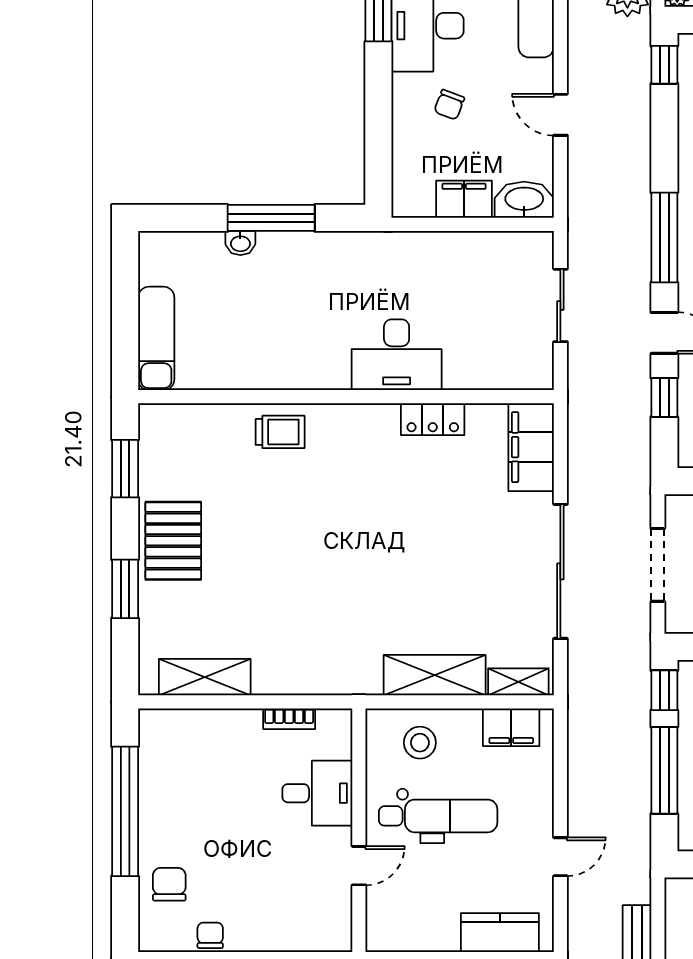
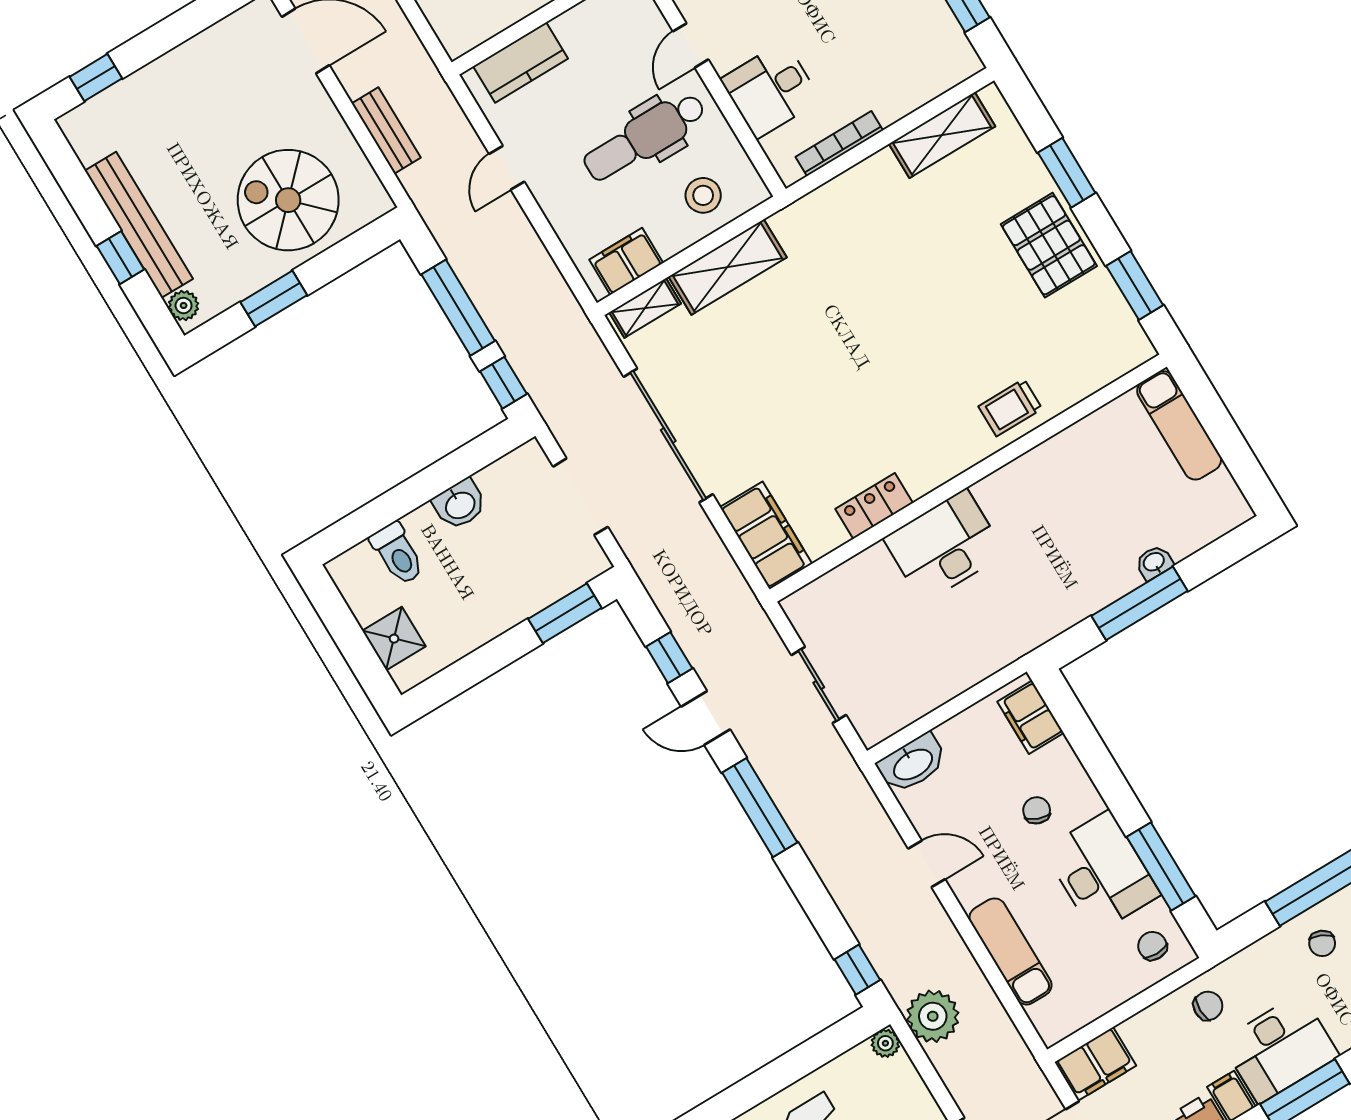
filing cabinet: (464, 199) -> (1030, 717), moved, turned 90
bookcase: (289, 719) -> (839, 144), width x1.56

